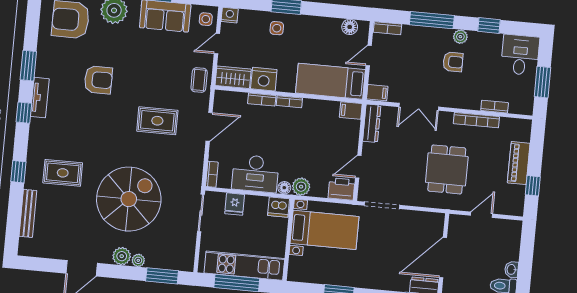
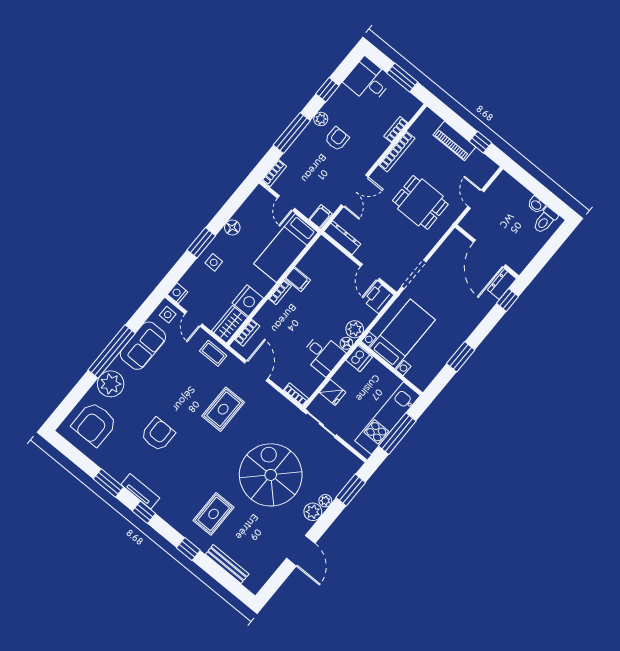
floor lamp: (350, 27) -> (232, 227), moved
bookcase: (262, 100) -> (247, 333), moved
filing cabinet: (351, 111) -> (298, 279), moved, turned -90
desk: (255, 174) -> (323, 354), width x0.73

